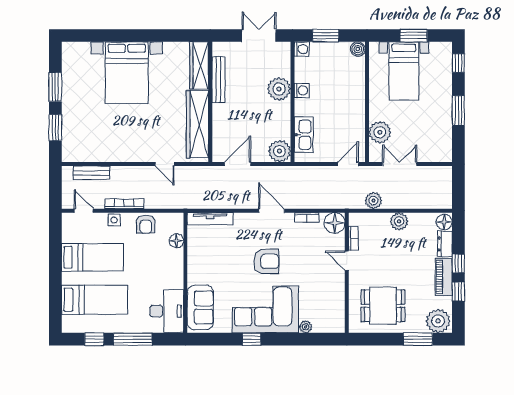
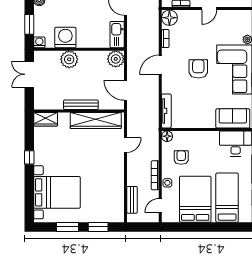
window: (148, 36) -> (29, 157), added
wardrobe: (199, 65) -> (46, 119), width x0.67
bed with nightstands: (127, 73) -> (57, 192), moved
bench: (219, 80) -> (81, 105), moved
washing machine: (302, 90) -> (65, 37), width x1.89, depth x1.89
kitchen sink: (304, 135) -> (117, 35), moved, turned -90
armchair: (146, 224) -> (181, 158), moved, turned -90
floor lamp: (176, 241) -> (167, 136), moved
bed: (92, 257) -> (195, 199), width x1.50
door: (347, 261) -> (209, 9), moved

